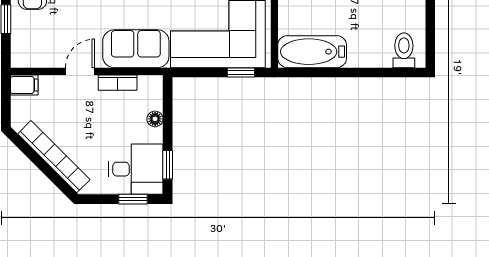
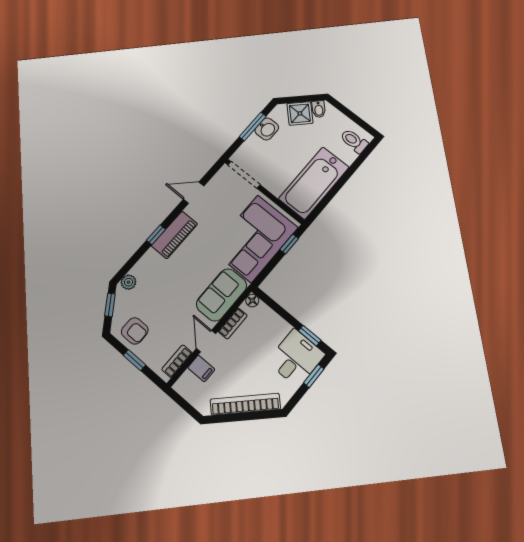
bathtub: (312, 52) -> (314, 183), width x1.36, depth x1.36
bookcase: (39, 60) -> (177, 361), added
filing cabinet: (24, 85) -> (201, 368), moved, turned 90
floor lamp: (155, 119) -> (252, 301), moved

